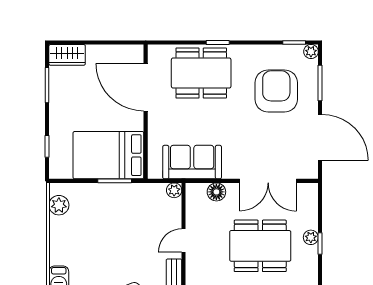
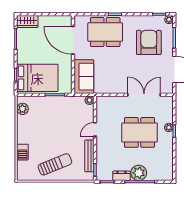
bed: (108, 155) -> (37, 78), moved, turned 180
sofa: (192, 162) -> (84, 77), moved, turned 90
double door: (268, 181) -> (144, 95), swing flipped
floor lamp: (216, 192) -> (114, 101), removed

